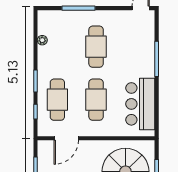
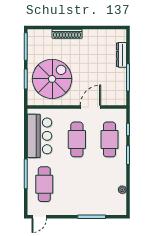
cafe table: (96, 47) -> (44, 184), moved
door: (66, 138) -> (91, 107), moved

